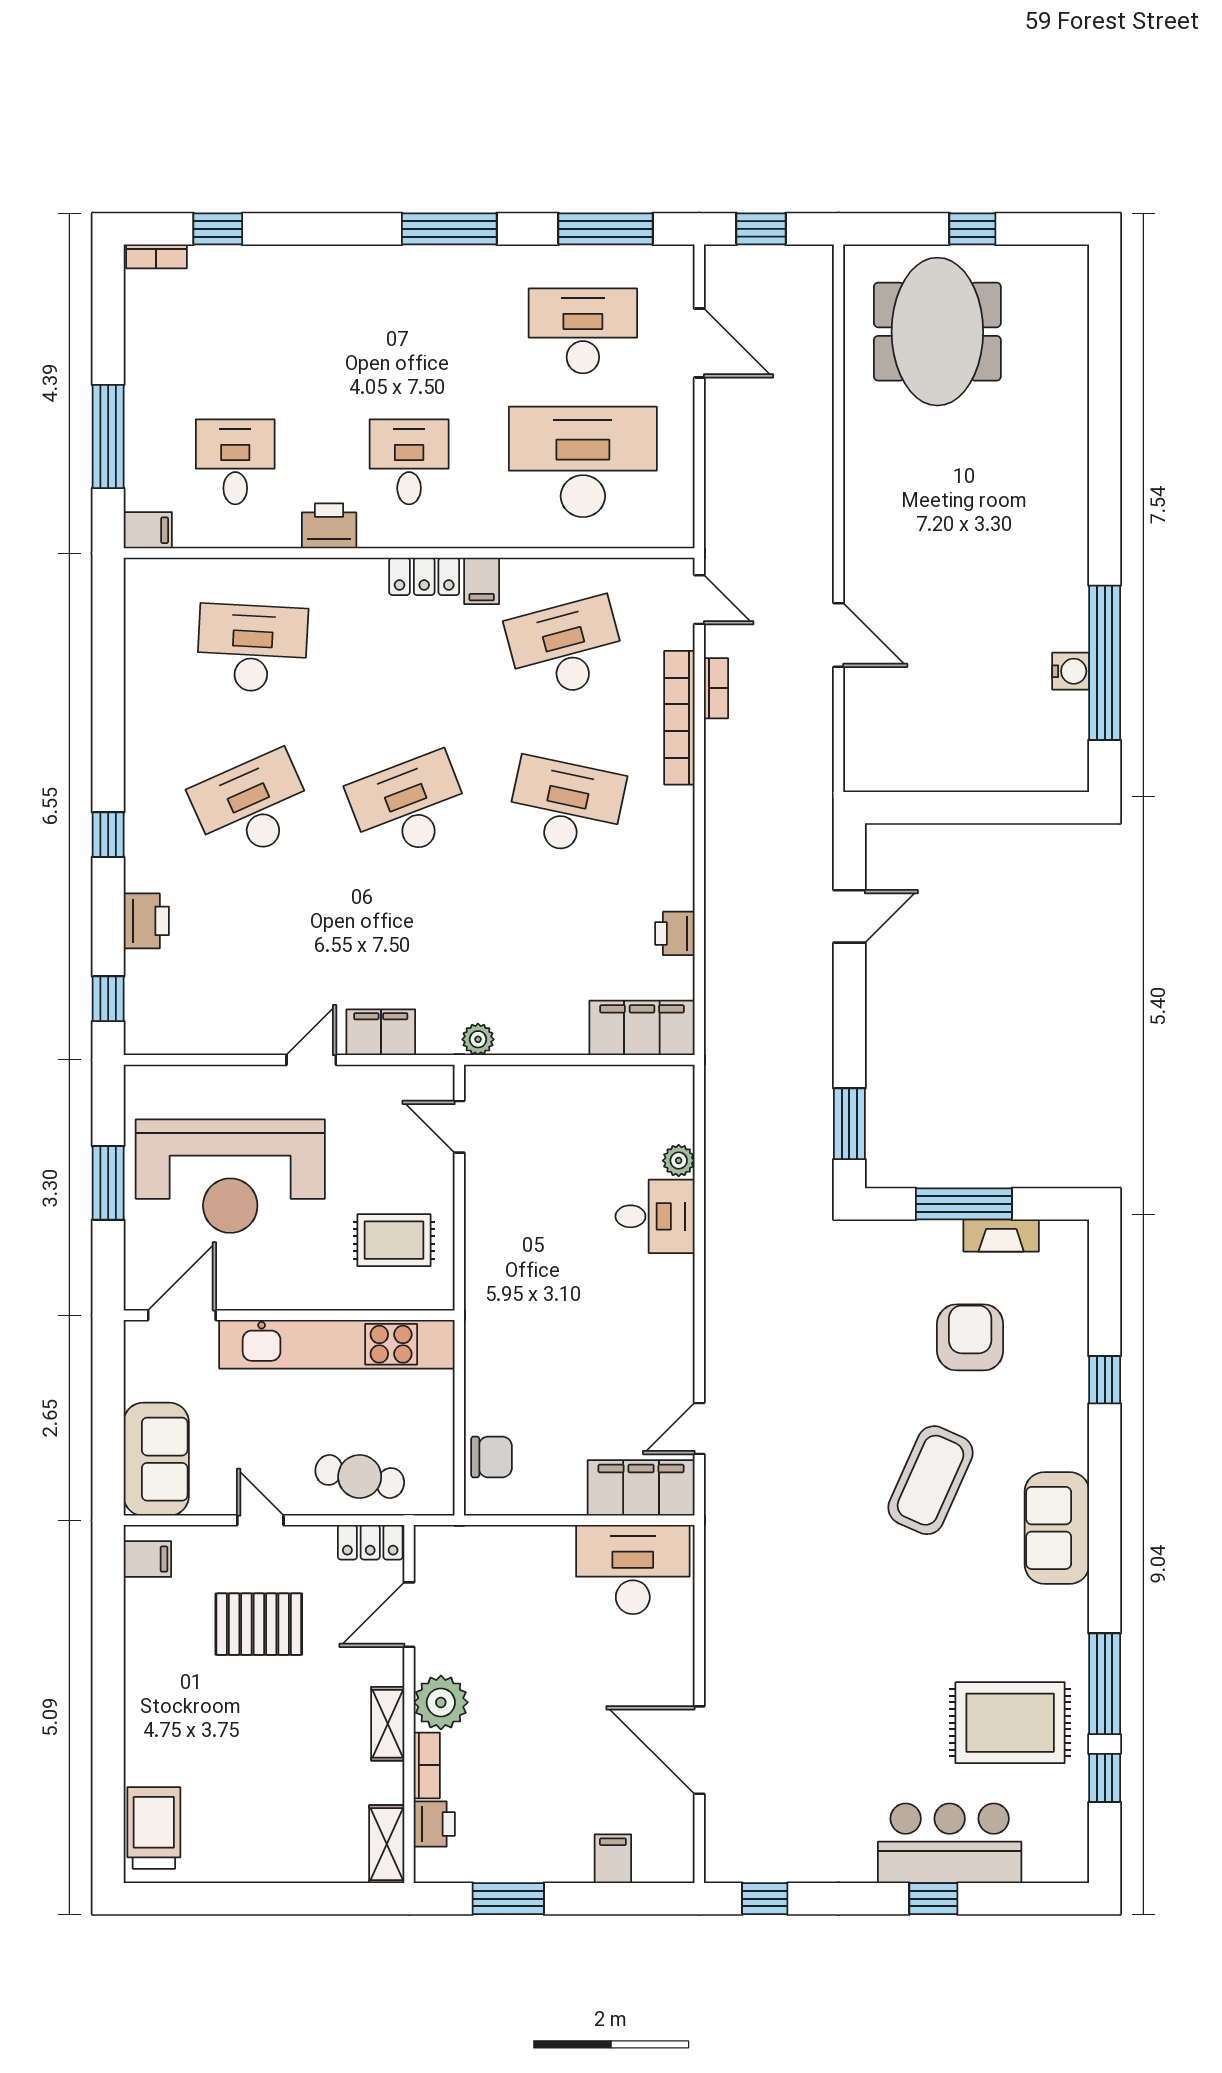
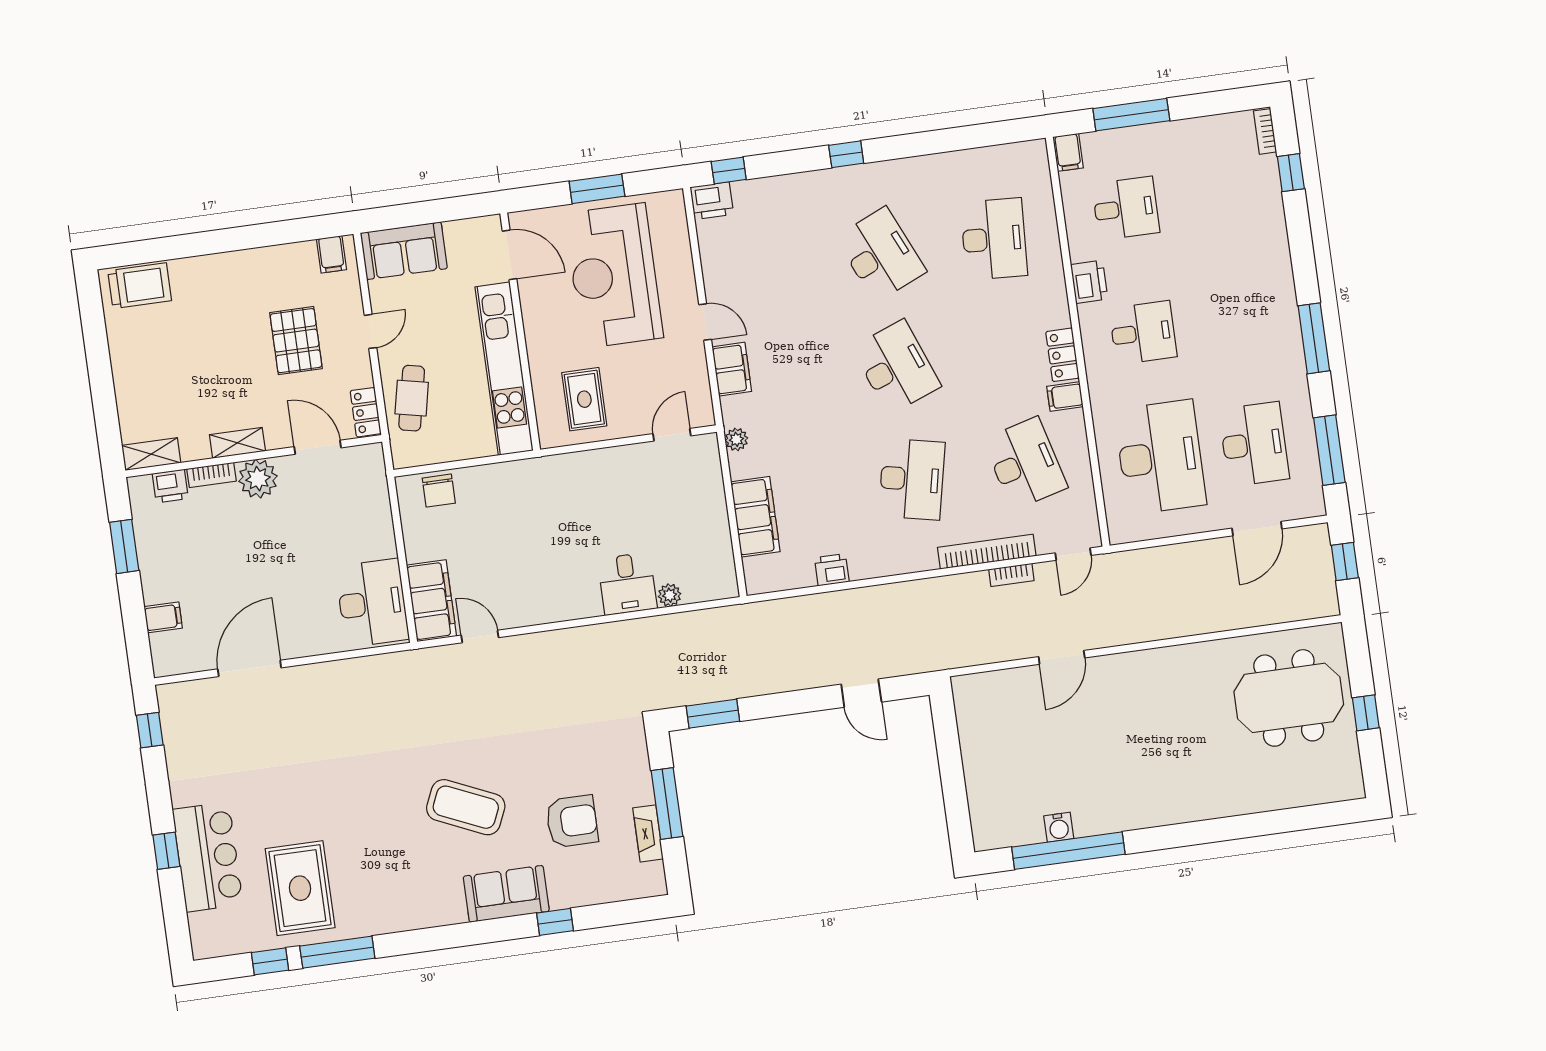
printer: (146, 921) -> (712, 201), moved
filing cabinet: (642, 1028) -> (755, 517), moved
sofa: (1057, 1528) -> (506, 894), moved

